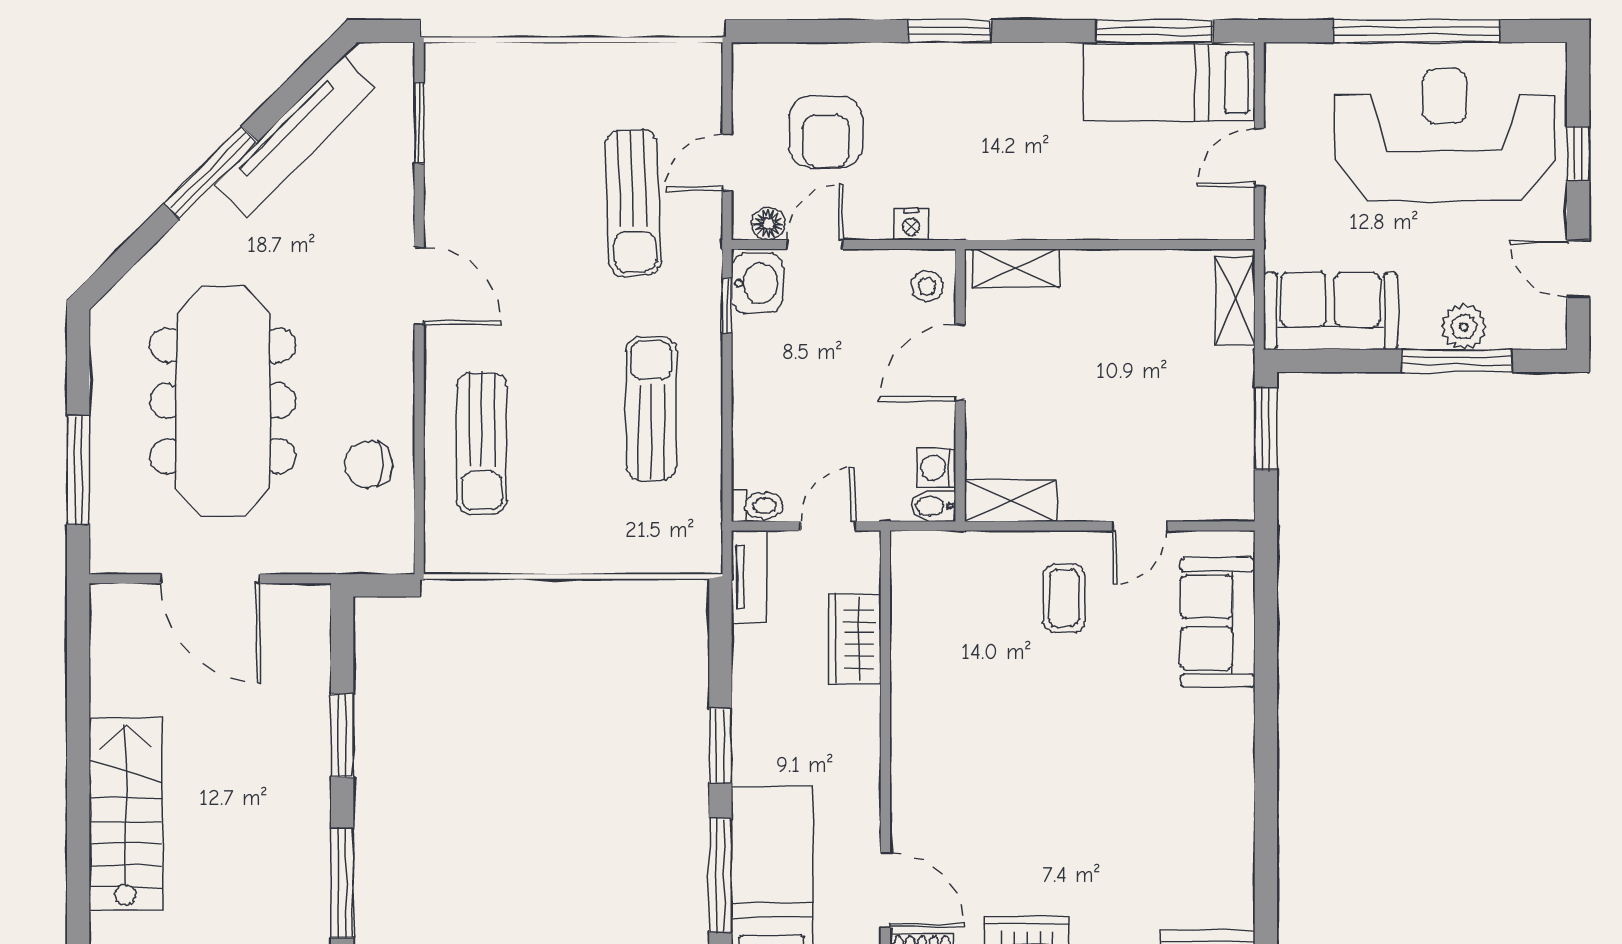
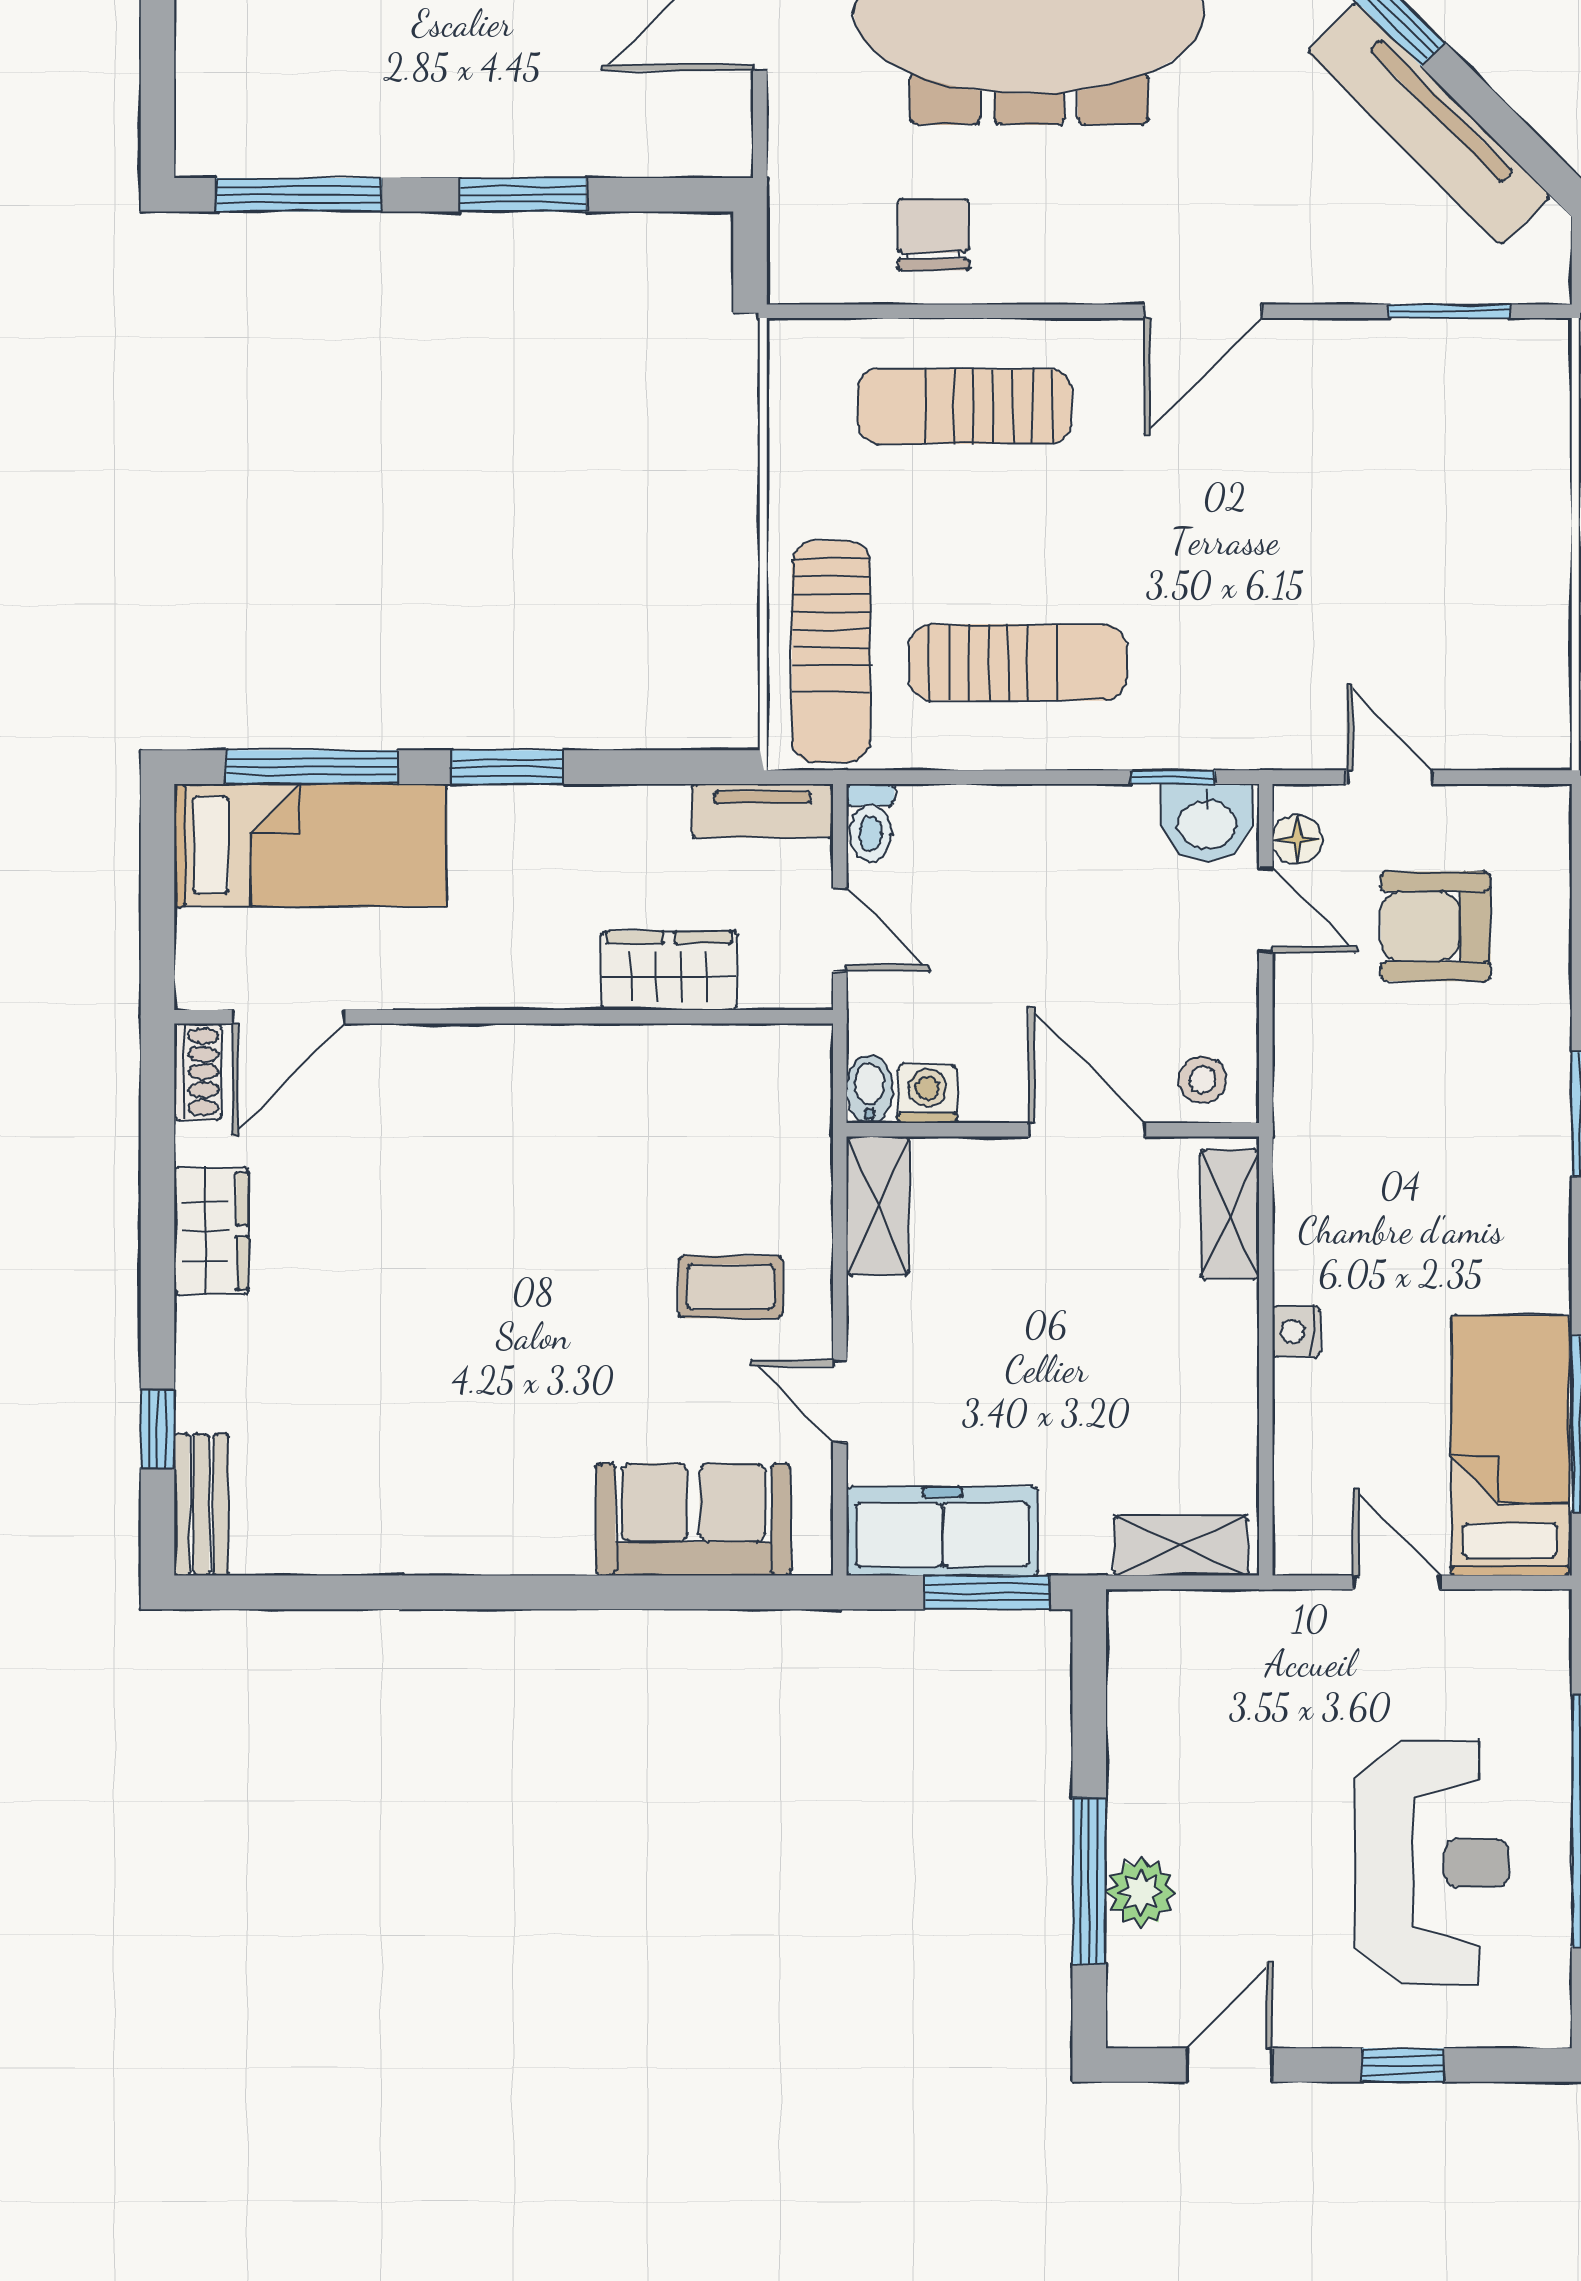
reception desk: (1445, 134) -> (1432, 1863), width x0.74, depth x0.77
sun lounger: (633, 203) -> (831, 652), moved, turned -88
nightstand: (911, 224) -> (1296, 1331), moved
sofa: (1330, 311) -> (1164, 1690), removed
freezer: (1225, 458) -> (942, 1531), added

